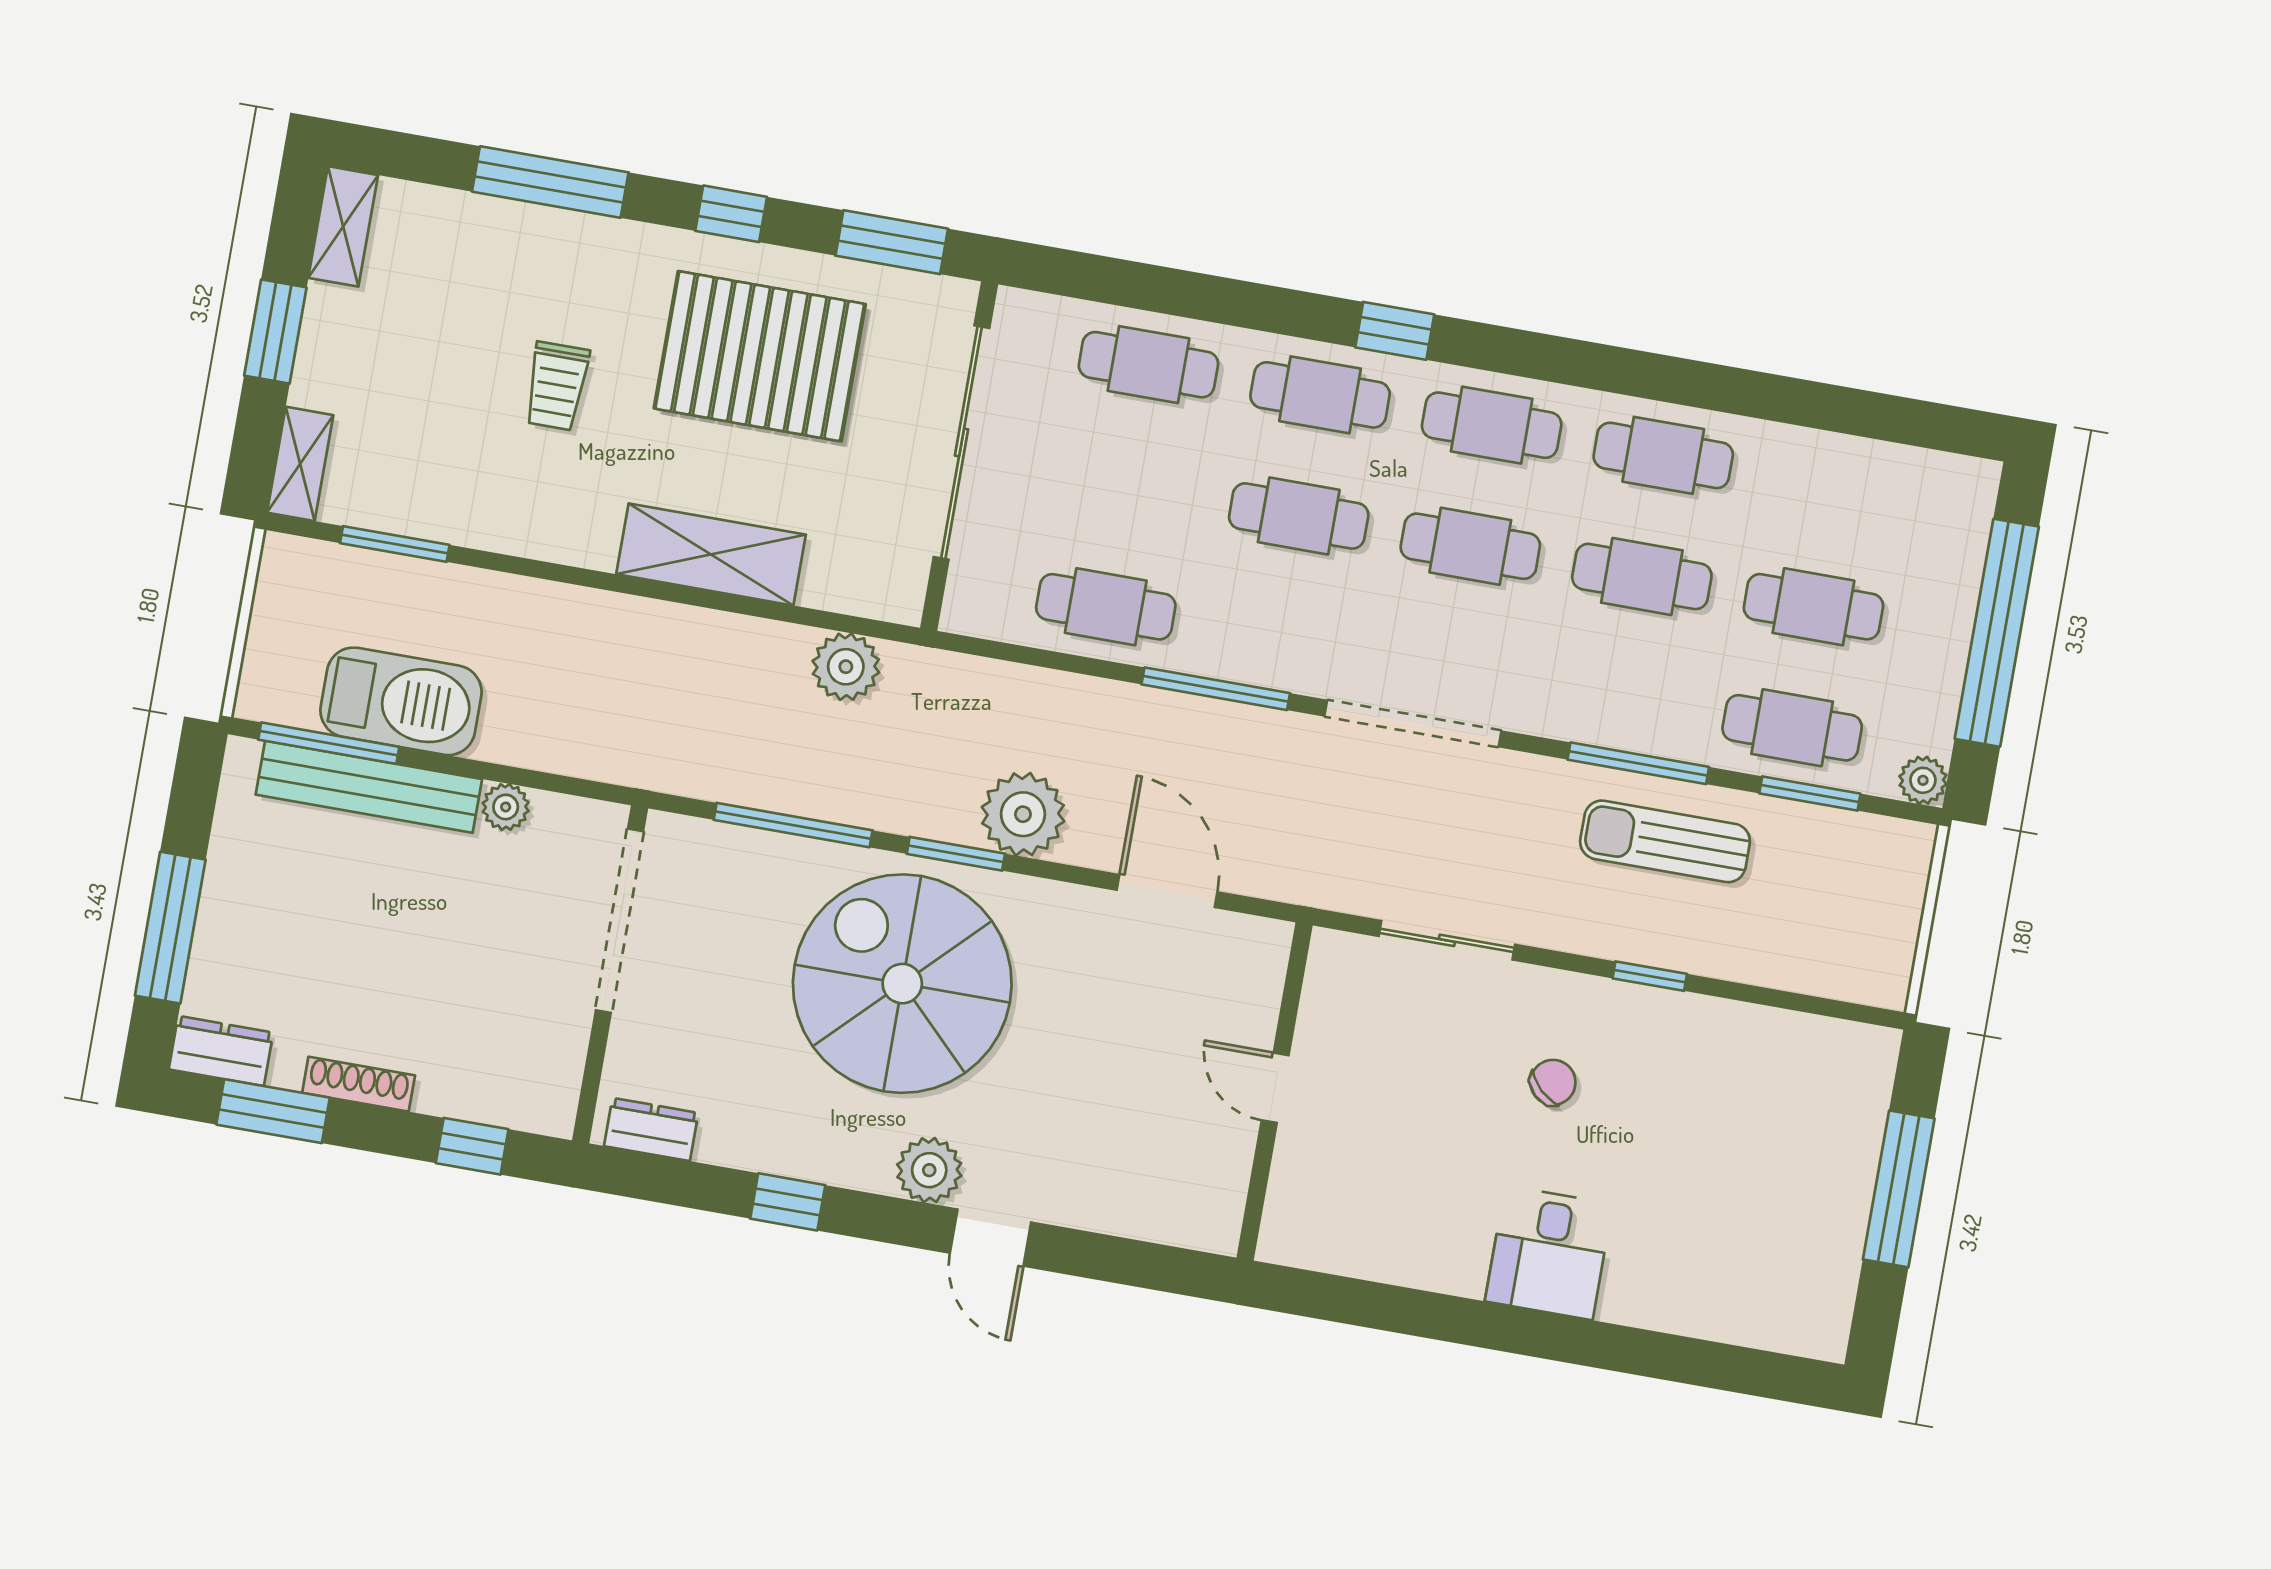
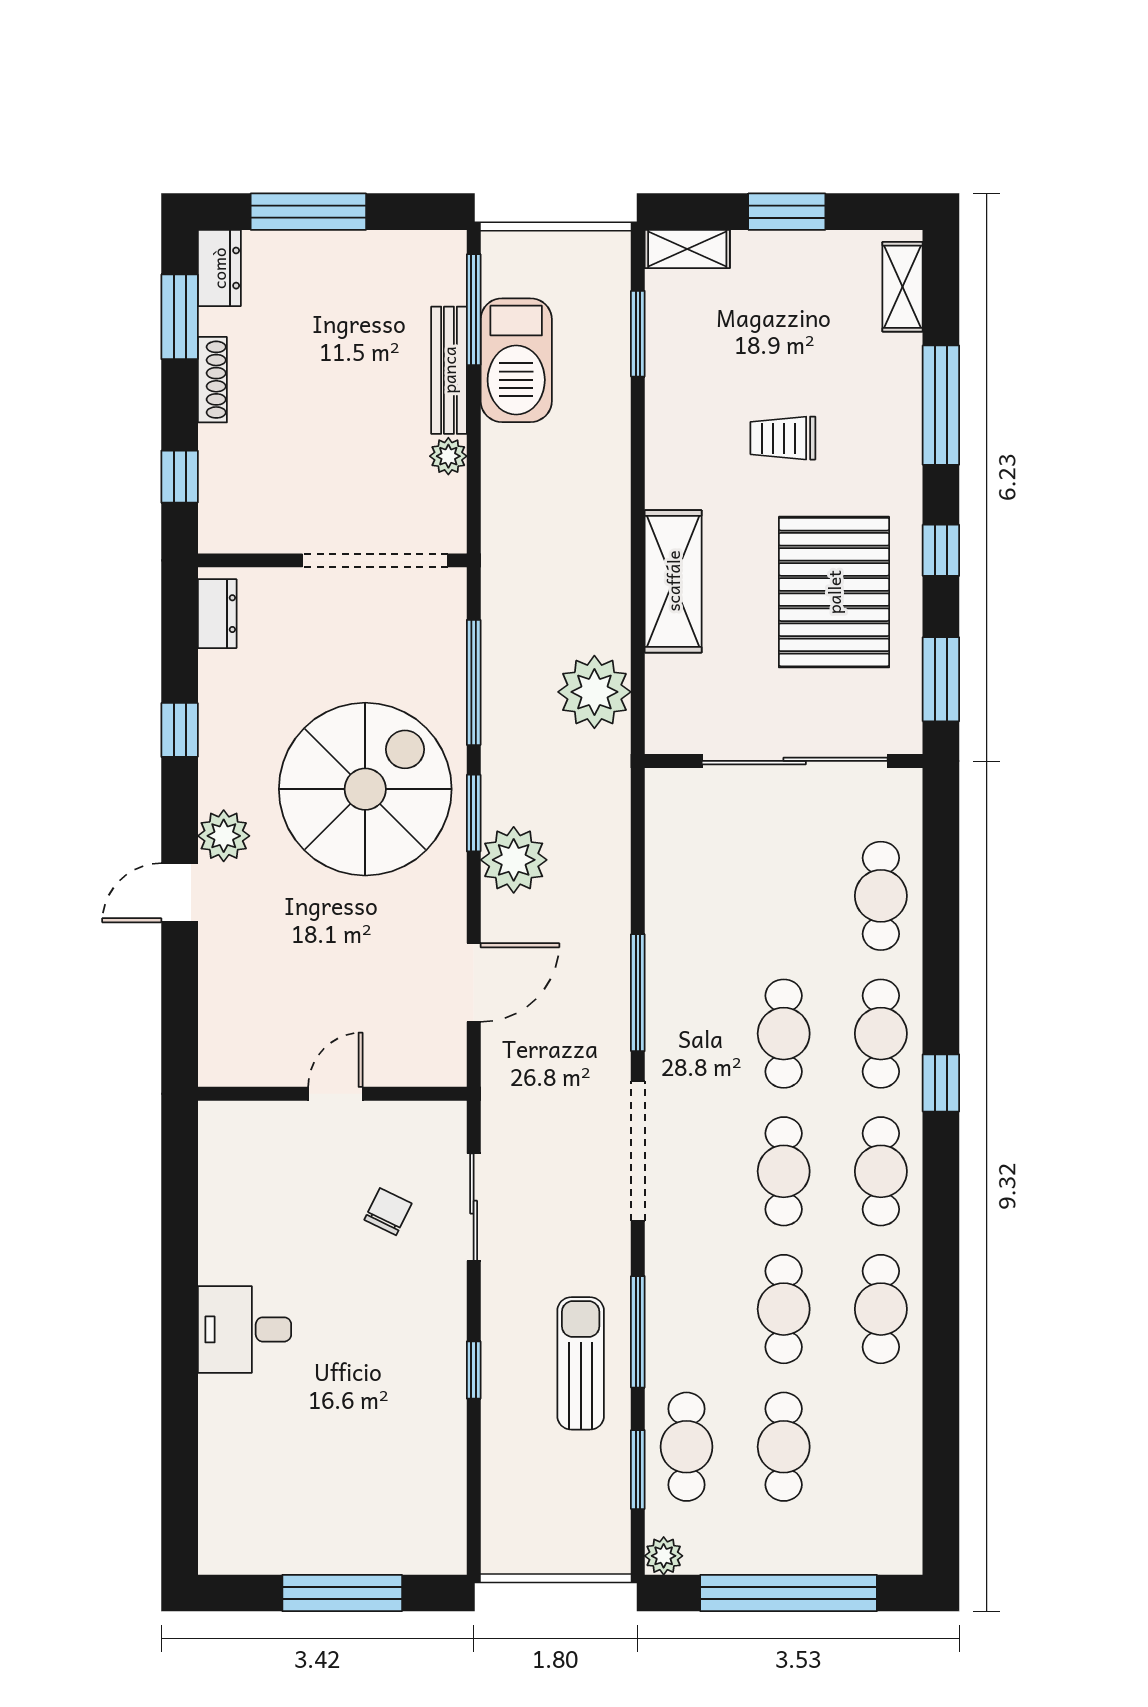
shelving: (343, 226) -> (903, 287), moved, turned 90
cafe table: (1106, 607) -> (687, 896), removed
plant: (846, 667) -> (594, 692), width x1.36, depth x1.36
bench: (369, 787) -> (449, 370), width x0.73, depth x0.82
chair: (1553, 1082) -> (388, 1212), moved, turned -108

